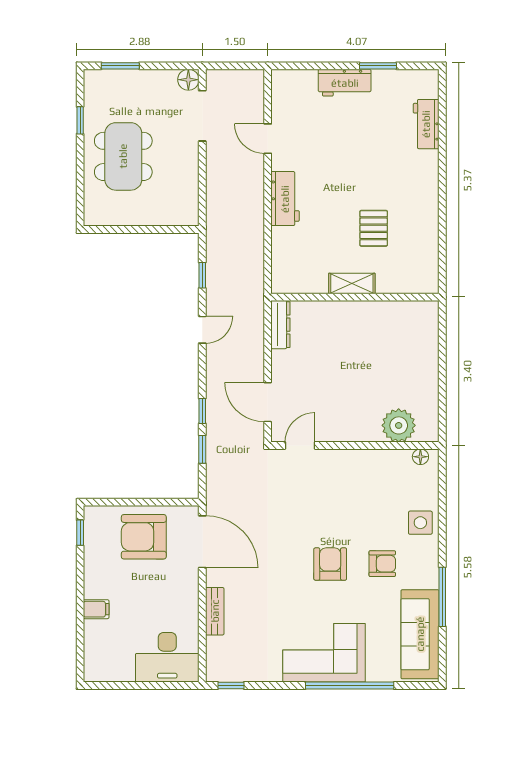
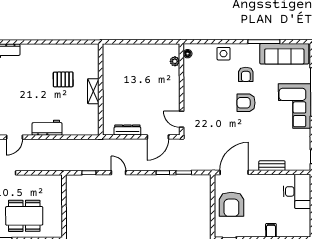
dresser: (280, 325) -> (127, 130), moved
plant: (399, 425) -> (175, 61), width x0.53, depth x0.53
armchair: (382, 564) -> (246, 74), turned 180

